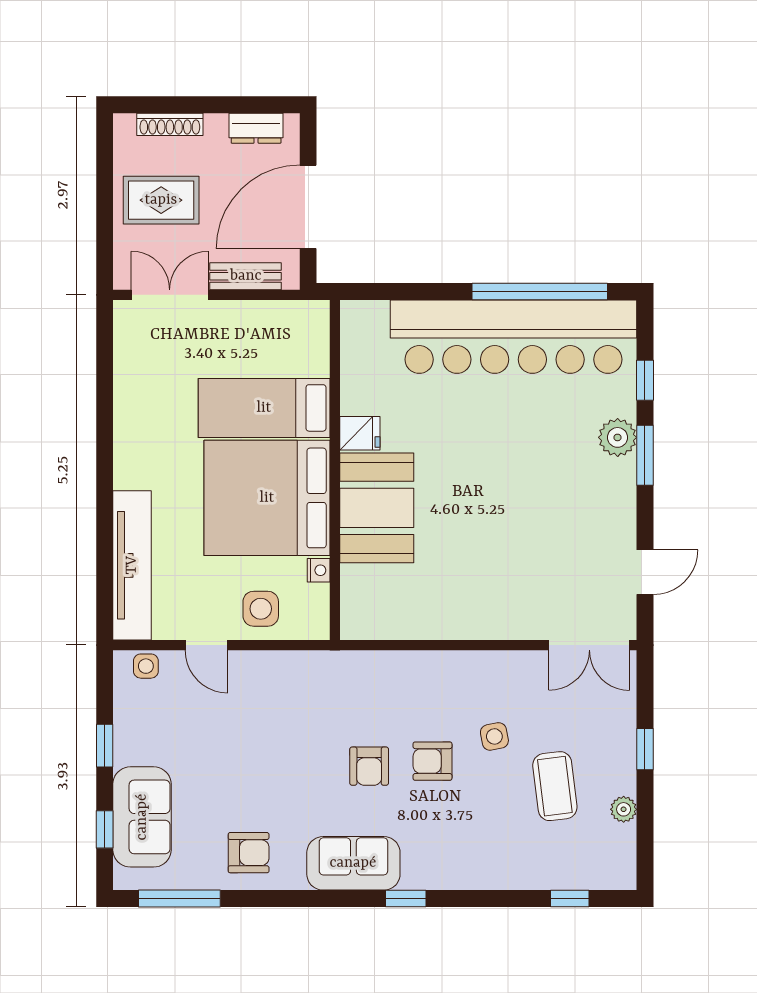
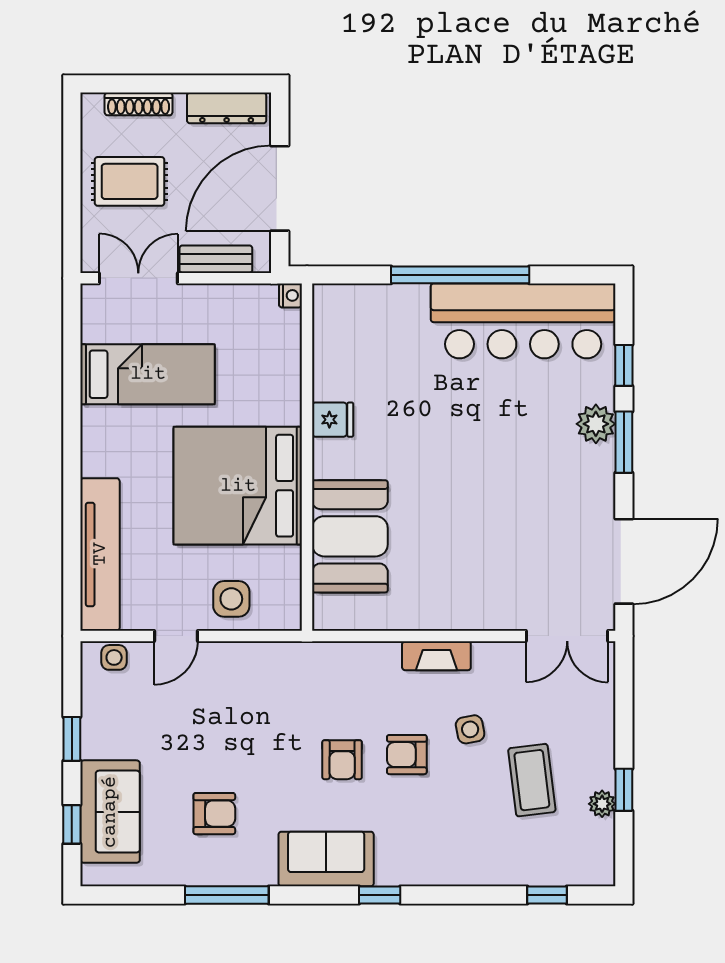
dresser: (256, 128) -> (227, 108), width x1.44
window: (540, 292) -> (460, 275), moved
bar counter: (514, 337) -> (523, 321), width x0.73
bed: (264, 408) -> (148, 374), moved, turned 180
booth: (377, 508) -> (350, 536), moved
nightstand: (319, 570) -> (290, 295), moved
door: (645, 572) -> (624, 561), width x1.88
door: (206, 645) -> (176, 636), hinge flipped
fireplace: (461, 664) -> (436, 656), added
window: (645, 749) -> (624, 790), moved
armchair: (249, 853) -> (214, 814), moved
window: (179, 899) -> (227, 895), moved

